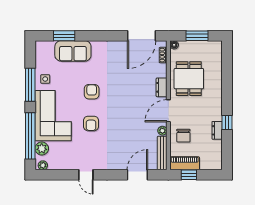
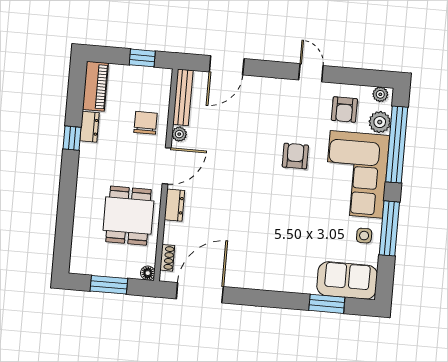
sofa: (73, 51) -> (347, 280), moved
armchair: (92, 92) -> (344, 110), moved
piano: (185, 163) -> (96, 86), moved, turned -90

